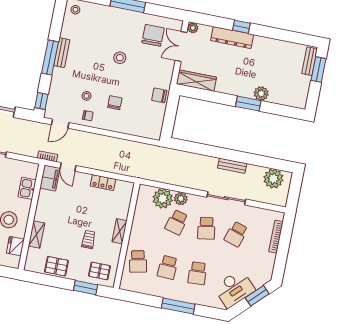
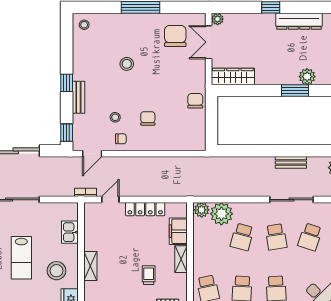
dresser: (232, 38) -> (299, 21), moved
bench: (62, 53) -> (78, 97), moved
window: (50, 58) -> (67, 83), width x0.46
stool: (120, 58) -> (127, 64), moved
chair: (159, 95) -> (195, 101), turned 90
door: (68, 167) -> (110, 200), swing flipped
filing cabinet: (50, 178) -> (178, 231), moved, turned 180
locker: (103, 183) -> (145, 209), width x1.53
plant: (181, 199) -> (202, 210), moved
shelving: (37, 235) -> (90, 266), moved

